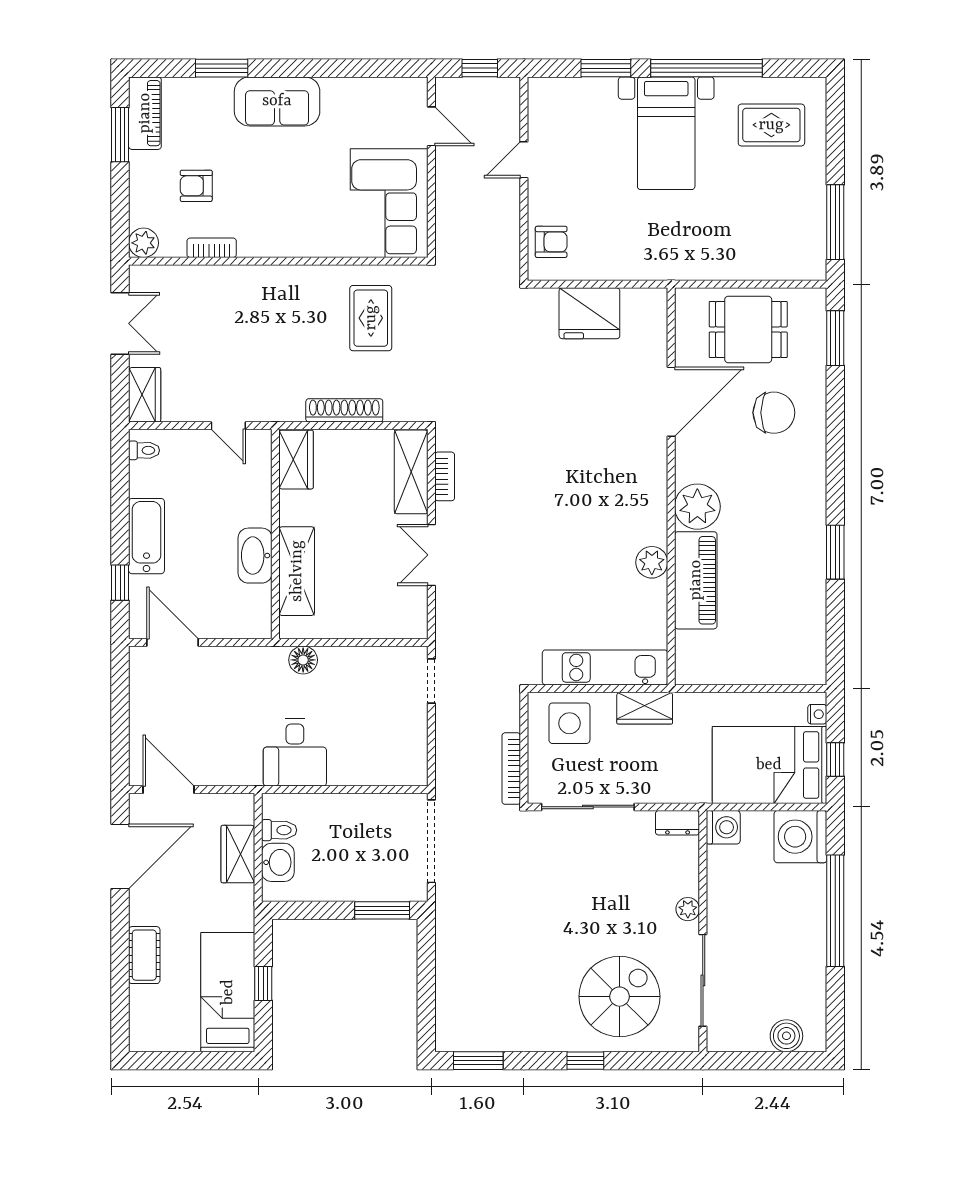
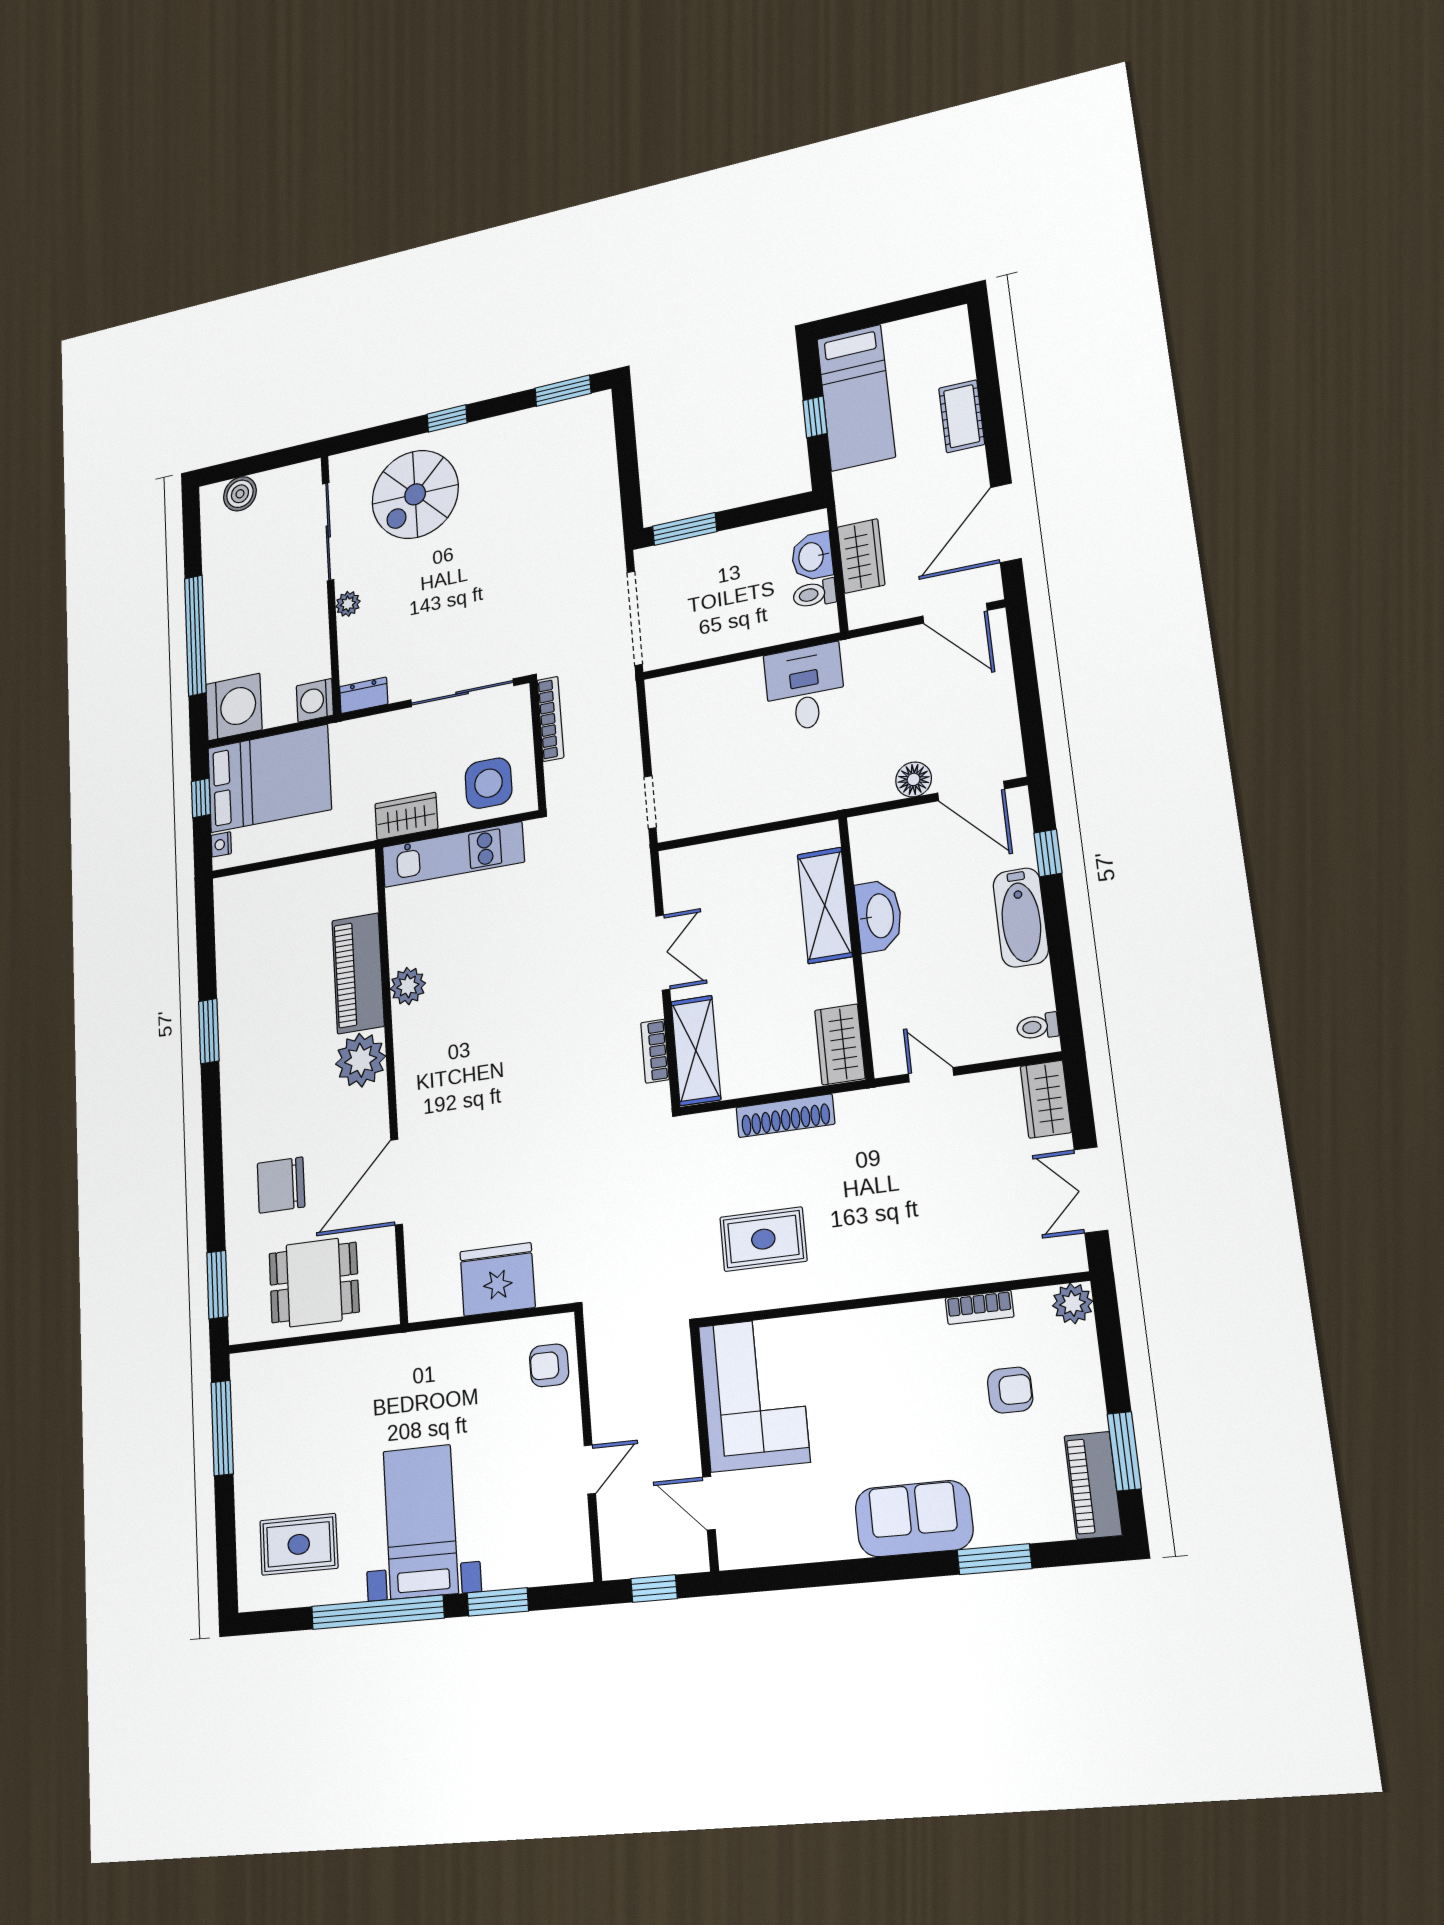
rug: (371, 318) -> (763, 1239), turned 90
floor lamp: (303, 660) -> (914, 779), moved

